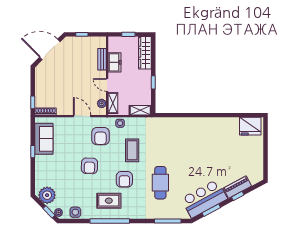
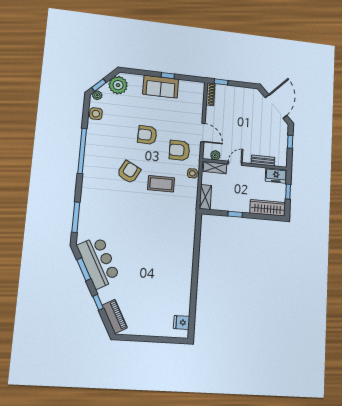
freezer: (115, 62) -> (276, 175), moved
door: (82, 116) -> (203, 133), hinge flipped
fridge: (250, 126) -> (182, 322), width x0.53, depth x0.75
sofa: (44, 139) -> (161, 87), moved
armchair: (124, 179) -> (129, 172), turned 118
cafe table: (160, 183) -> (121, 213), removed
piano: (237, 187) -> (115, 316), moved
rug: (109, 201) -> (106, 152), removed

